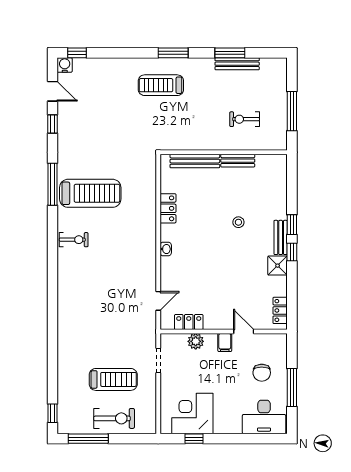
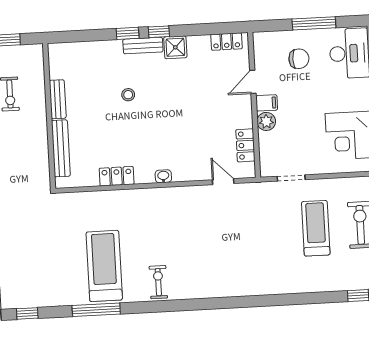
plant: (196, 341) -> (266, 121), moved

